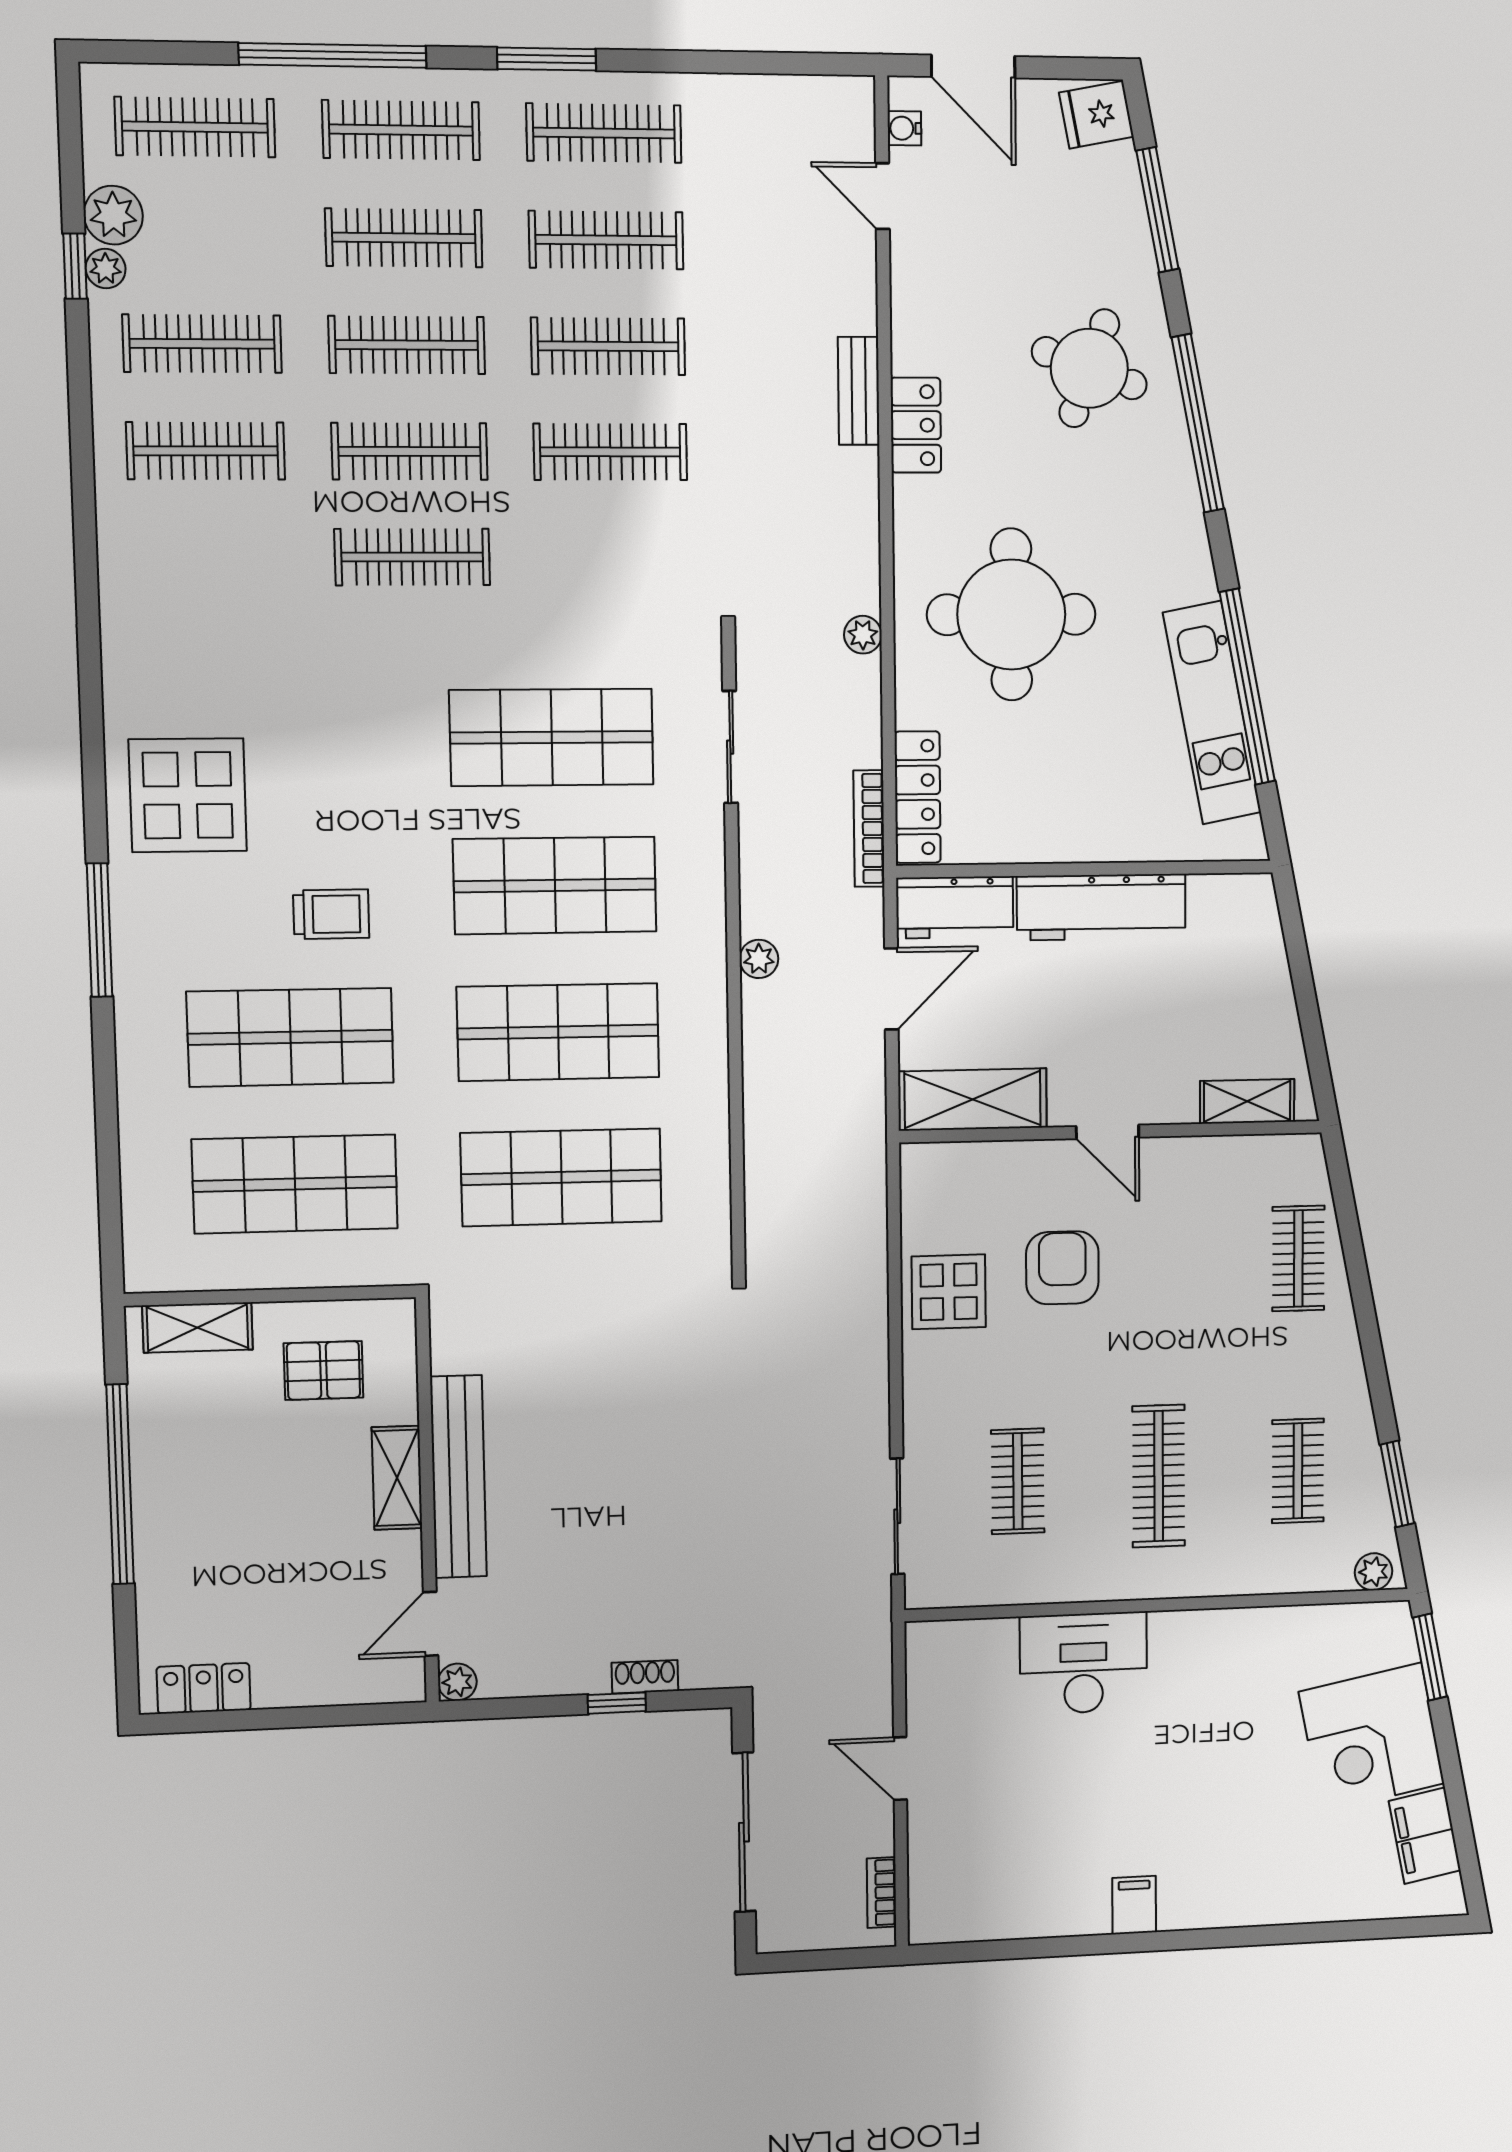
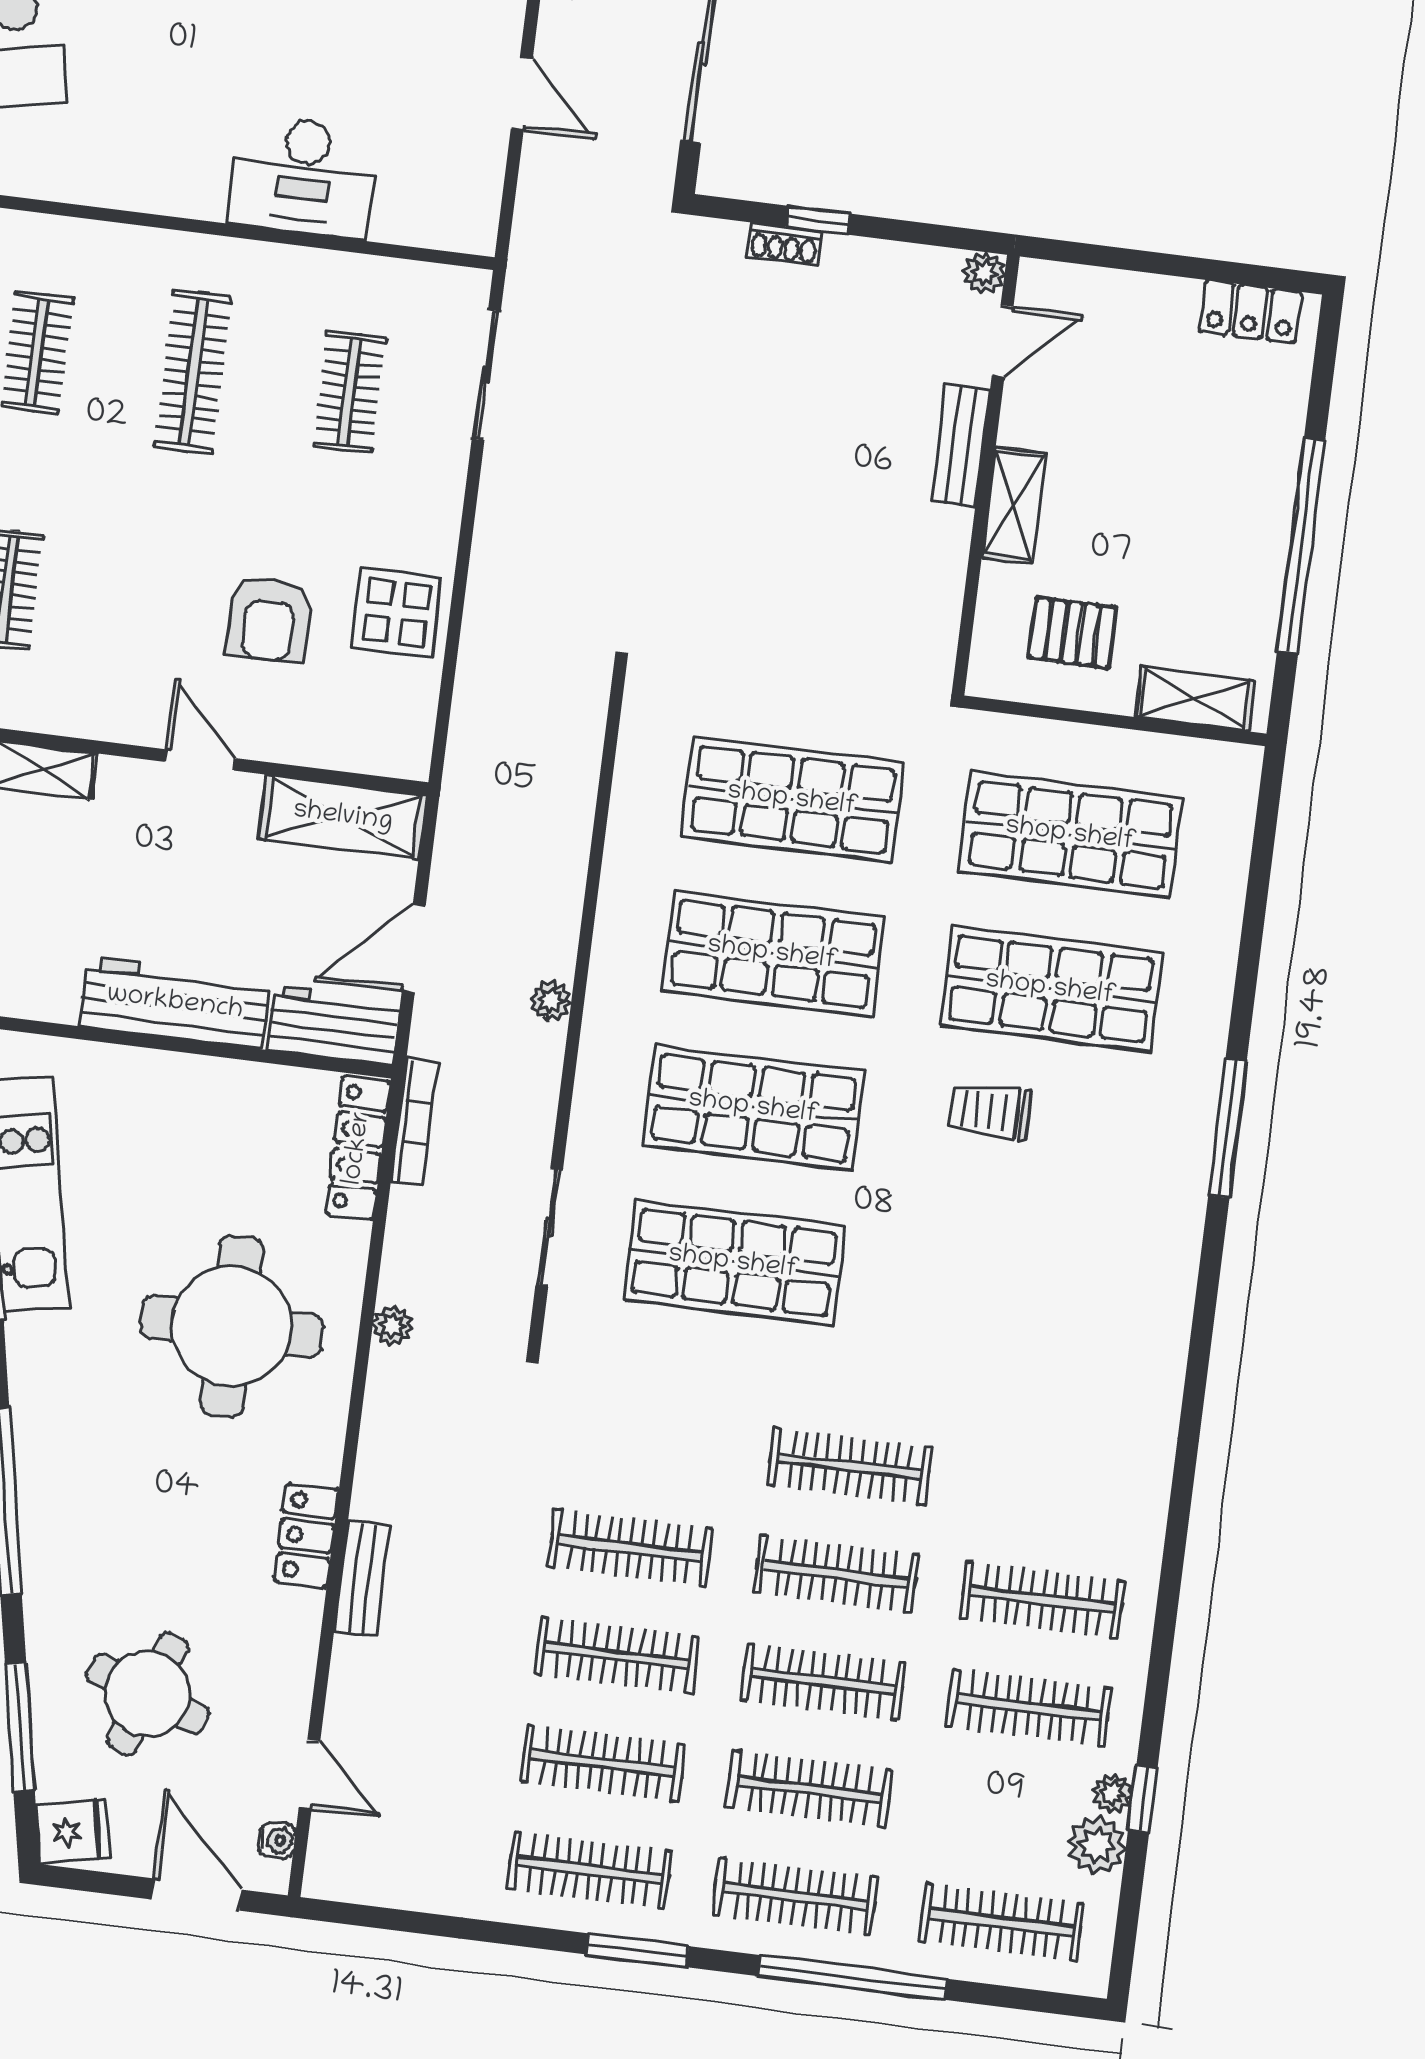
round table: (1089, 368) -> (148, 1694), moved
display table: (188, 795) -> (1116, 1254), removed
bench: (458, 1477) -> (960, 446), width x0.54, depth x0.82

